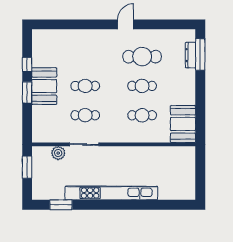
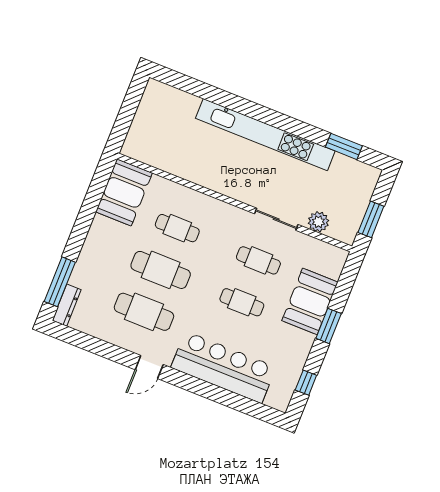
bar counter: (81, 42) -> (223, 367), added
dresser: (190, 55) -> (67, 305), moved
window: (27, 64) -> (306, 383), moved
booth: (44, 86) -> (310, 301), moved
cafe table: (142, 86) -> (161, 270), width x1.37, depth x1.35

